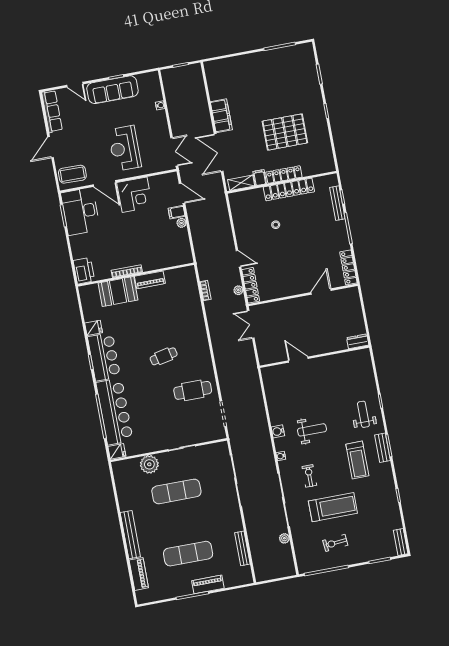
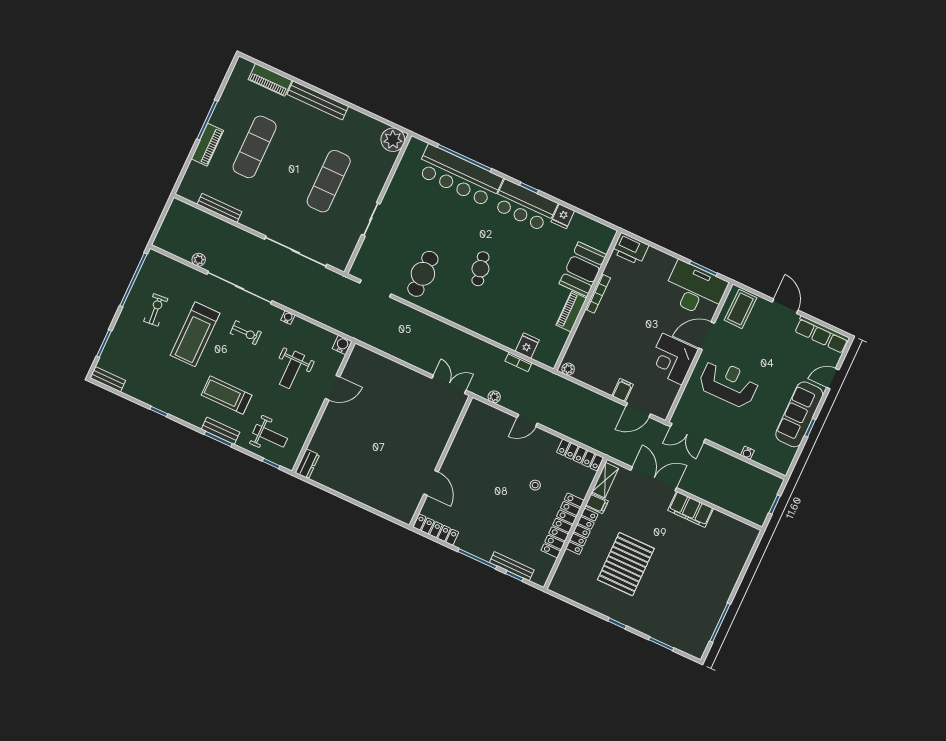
plant: (181, 223) -> (568, 369), moved
locker: (251, 285) -> (580, 455), moved
dresser: (358, 341) -> (307, 464), moved
wall: (314, 357) -> (324, 407), moved
door: (298, 360) -> (332, 388), moved
water cooler: (278, 431) -> (342, 345), moved
fridge: (117, 451) -> (527, 346), moved, turned 180
plant: (149, 464) -> (393, 140), moved

